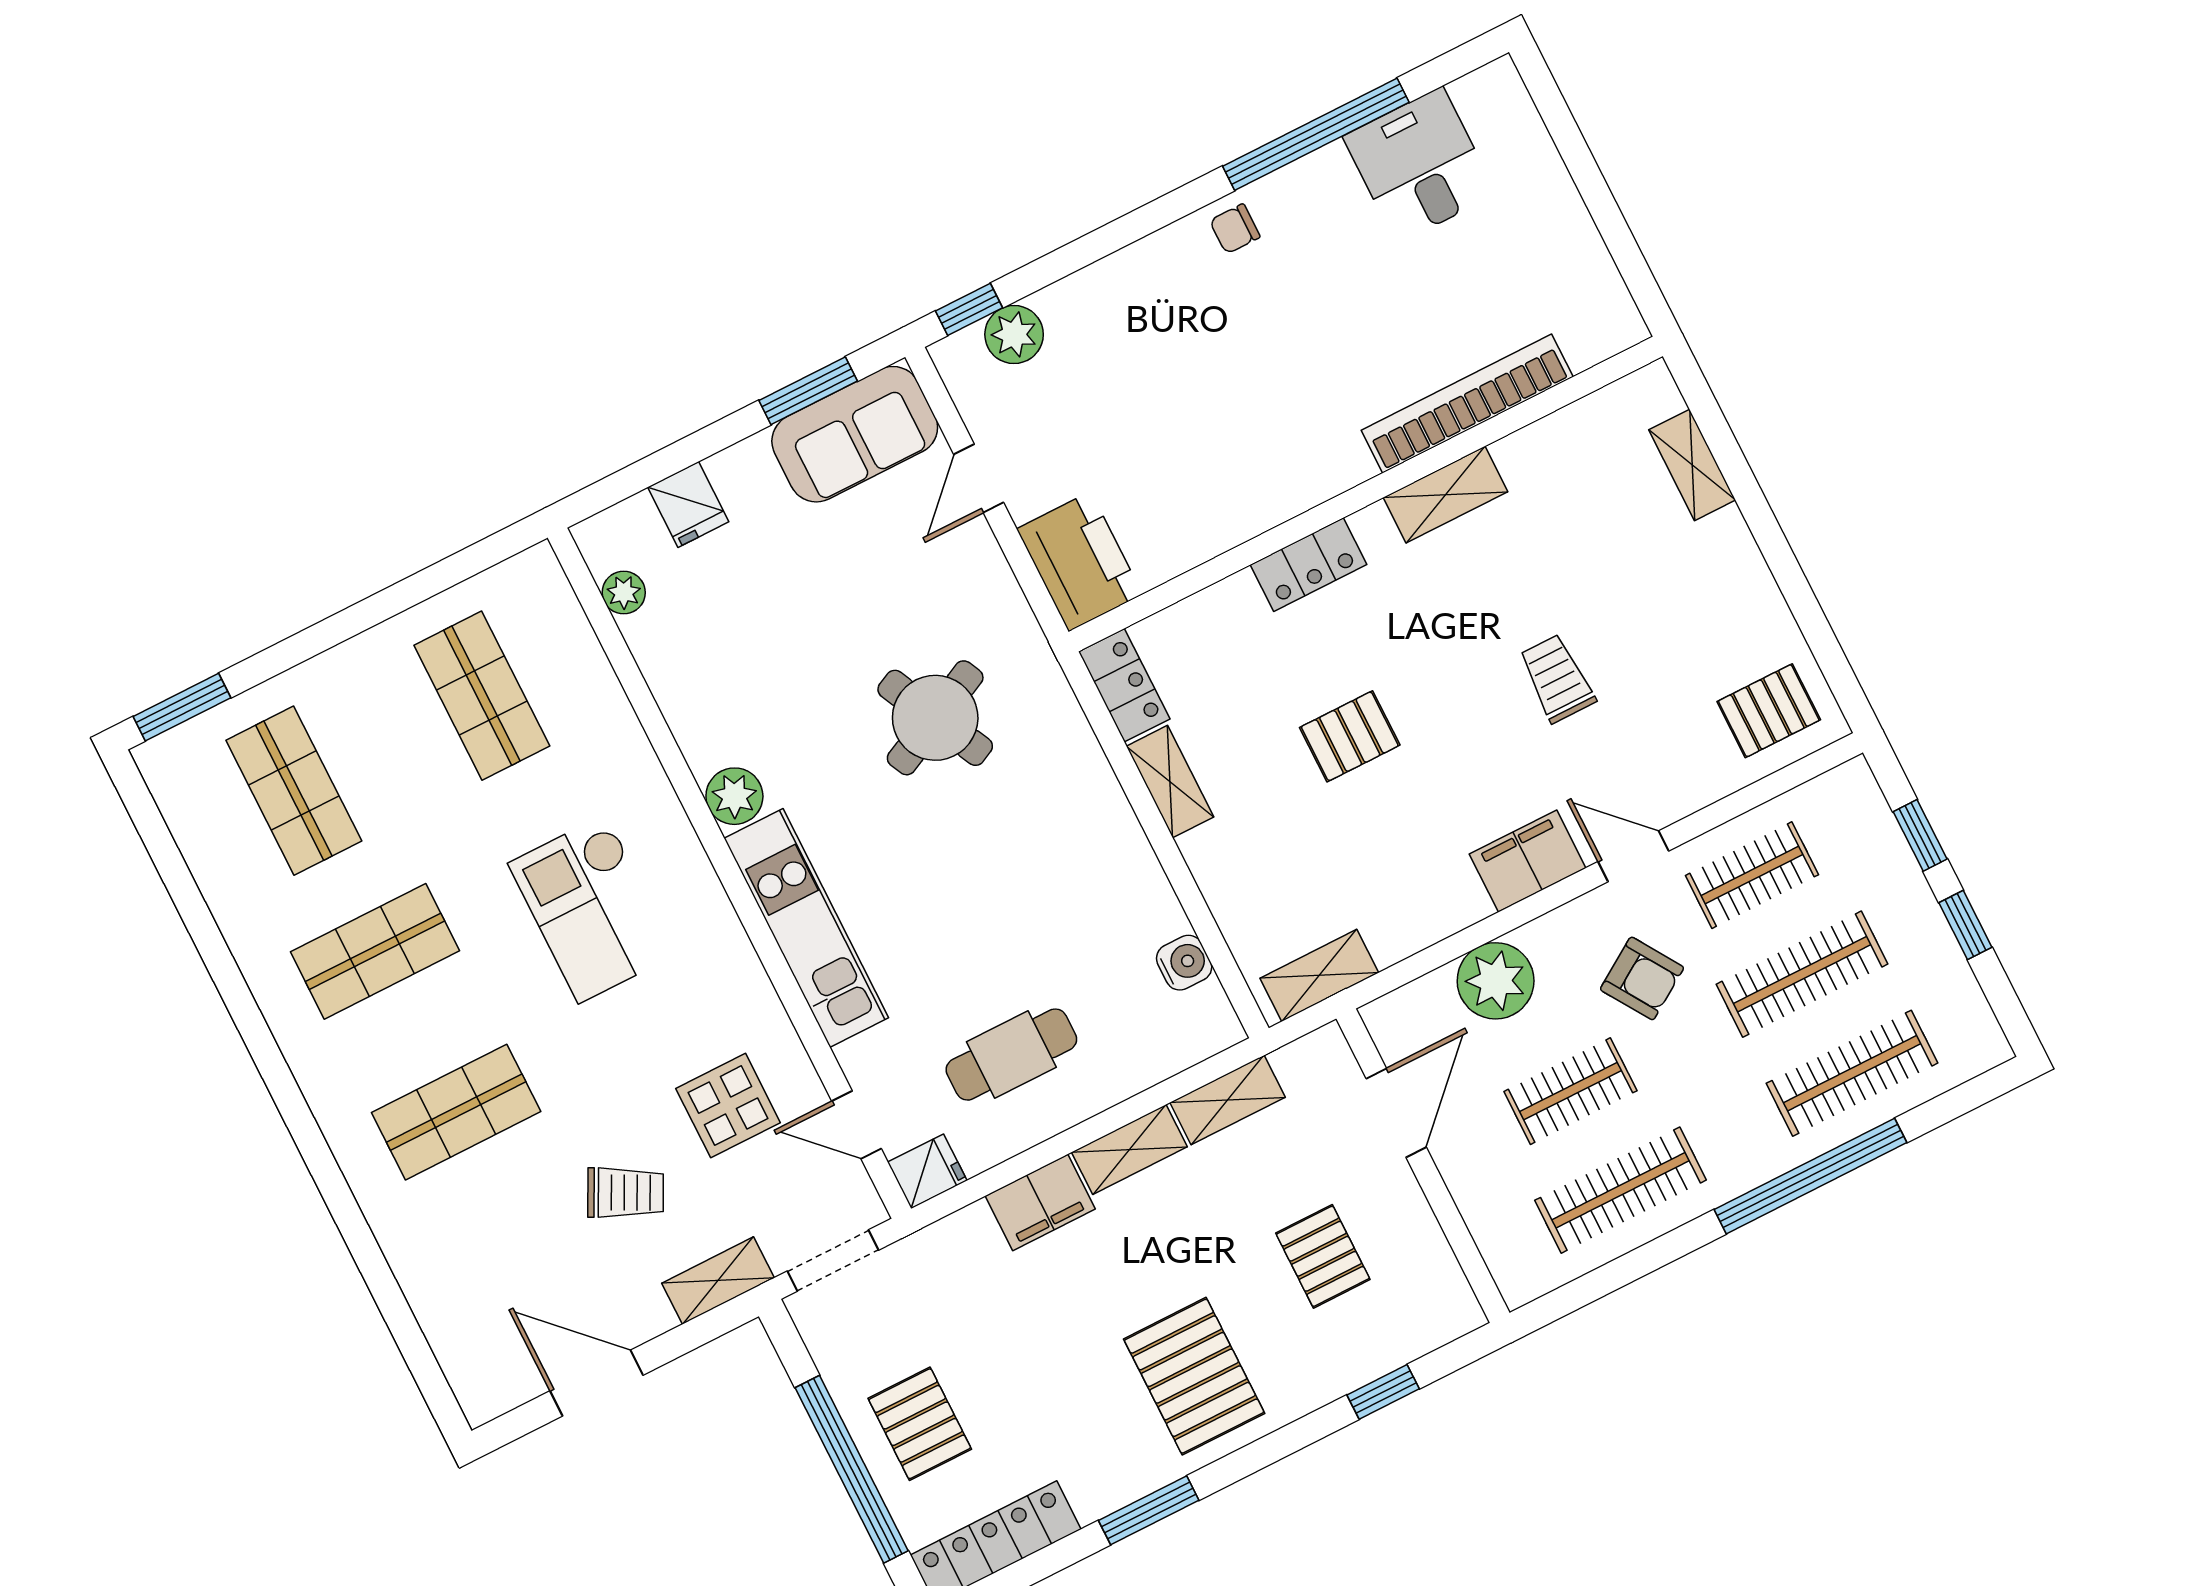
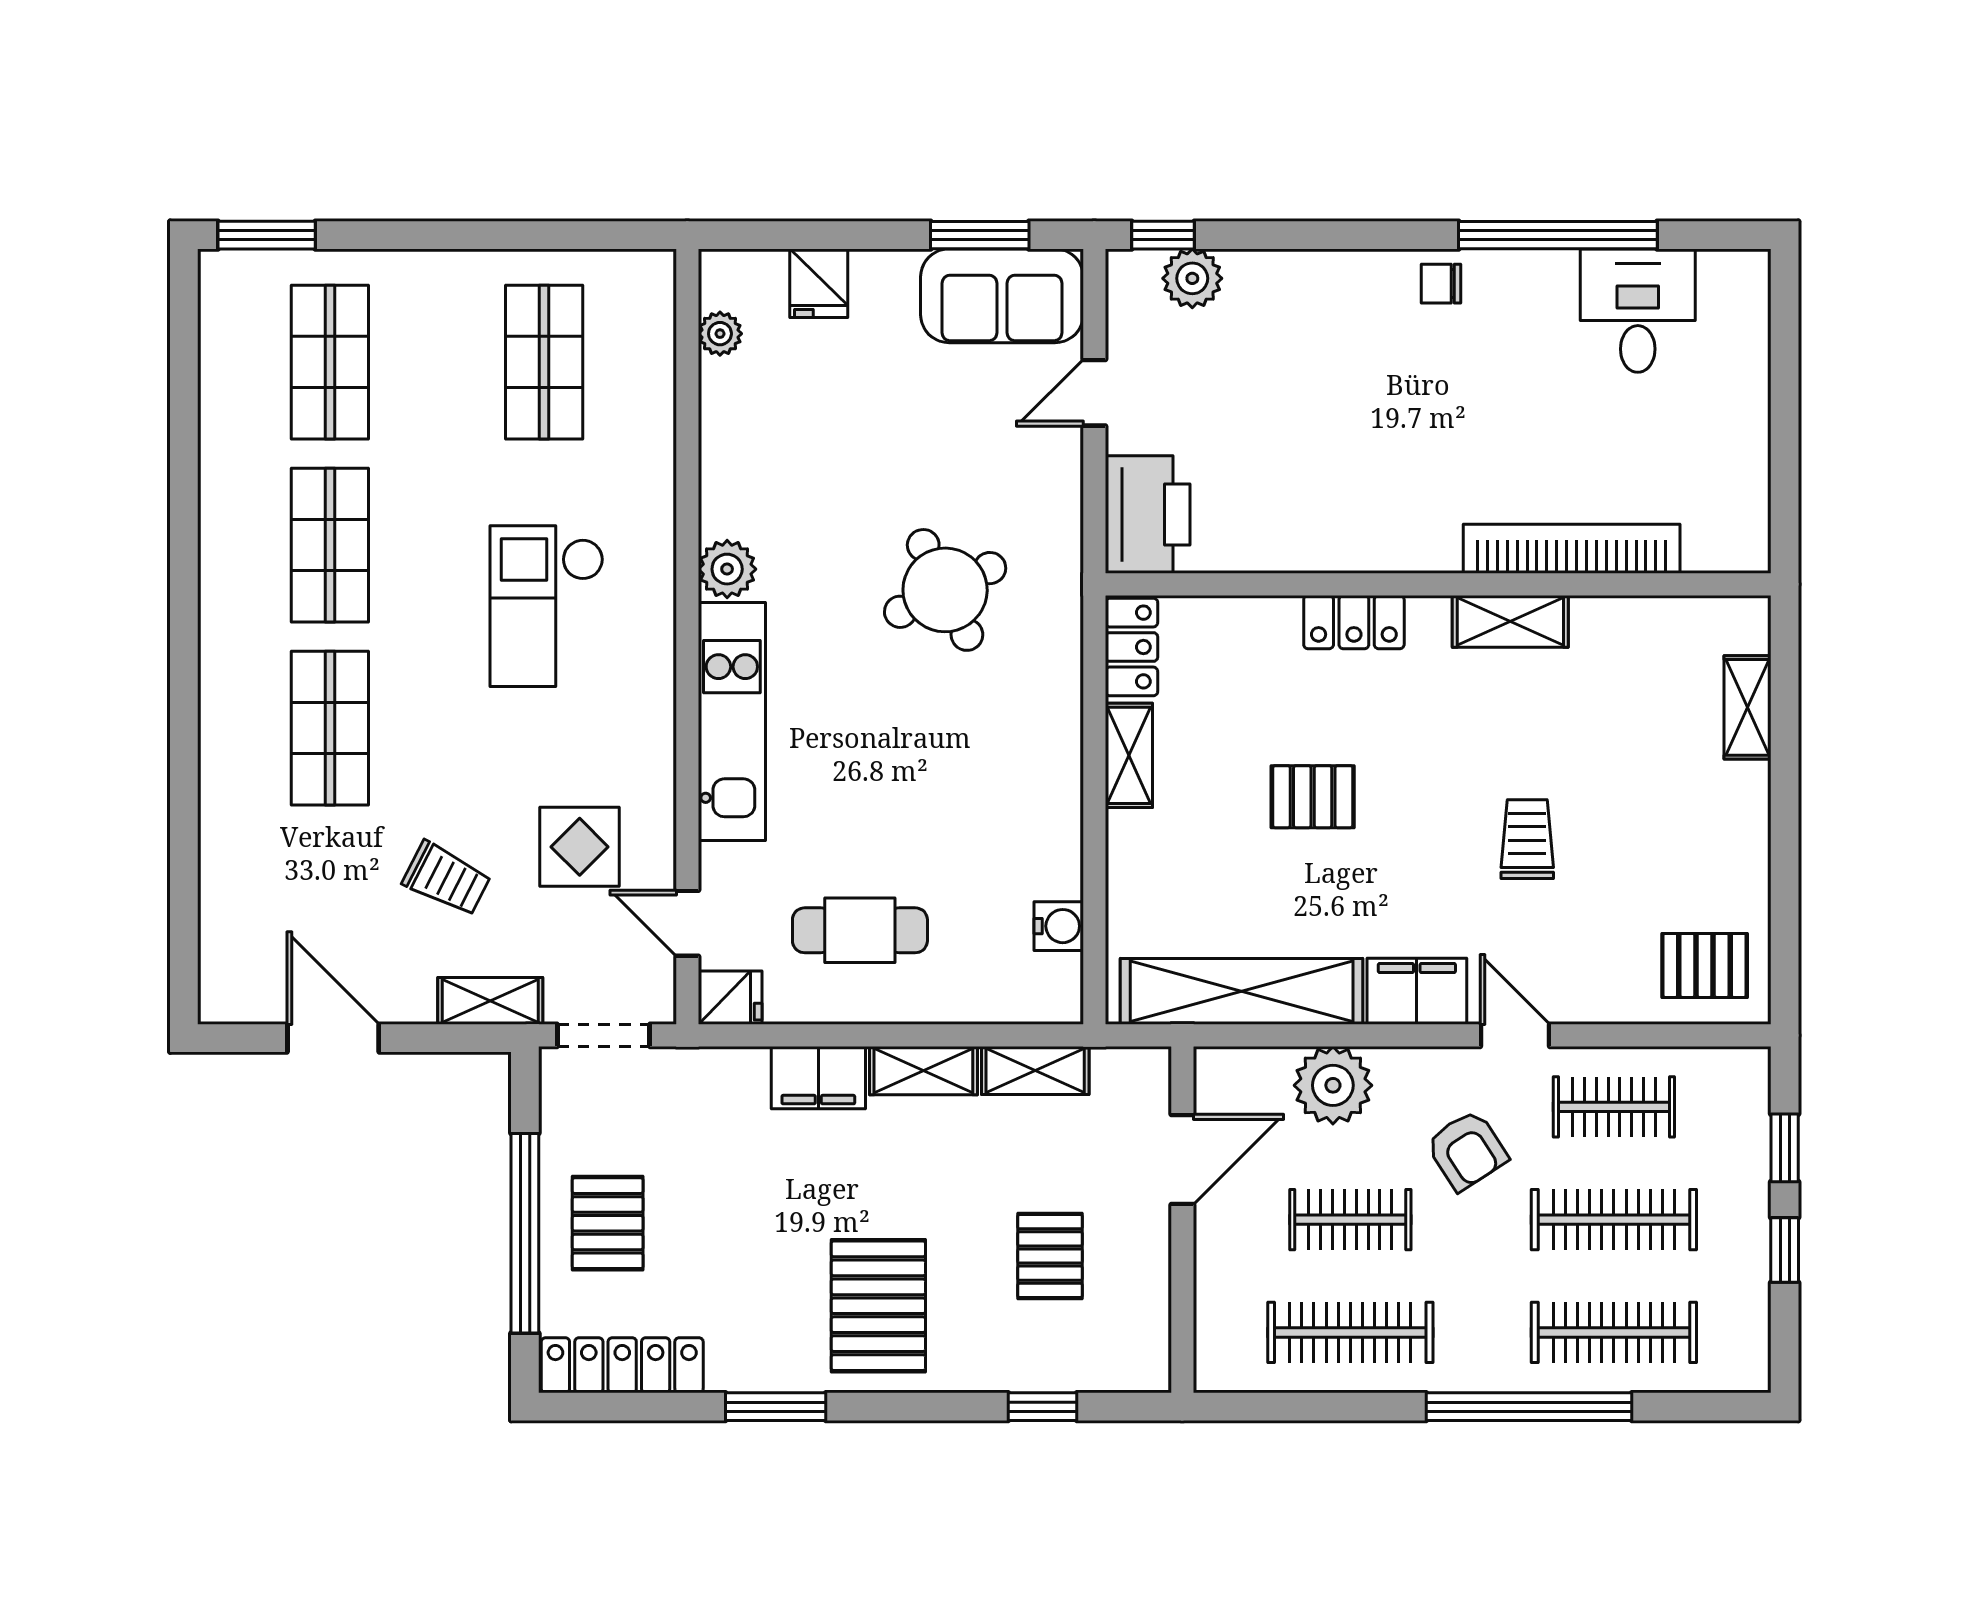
shop shelf: (375, 951) -> (330, 545), turned 90
shelving: (1319, 975) -> (1242, 991), width x2.20, depth x1.33
shop shelf: (456, 1112) -> (330, 728), turned 90

